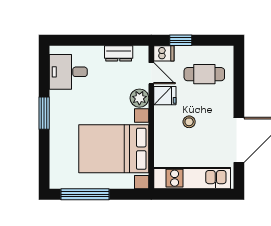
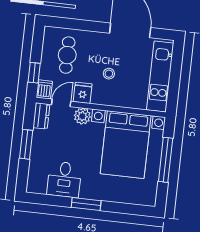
window: (102, 40) -> (26, 144), added
dresser: (119, 53) -> (41, 116), moved
desk: (68, 72) -> (64, 179), moved
window: (85, 194) -> (166, 160), moved

